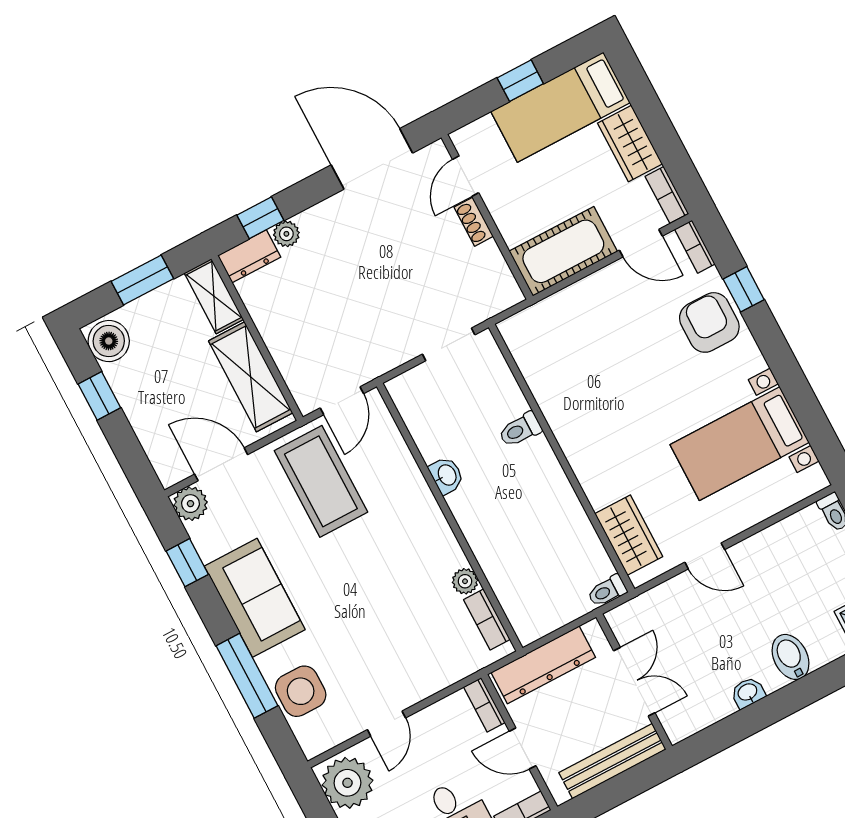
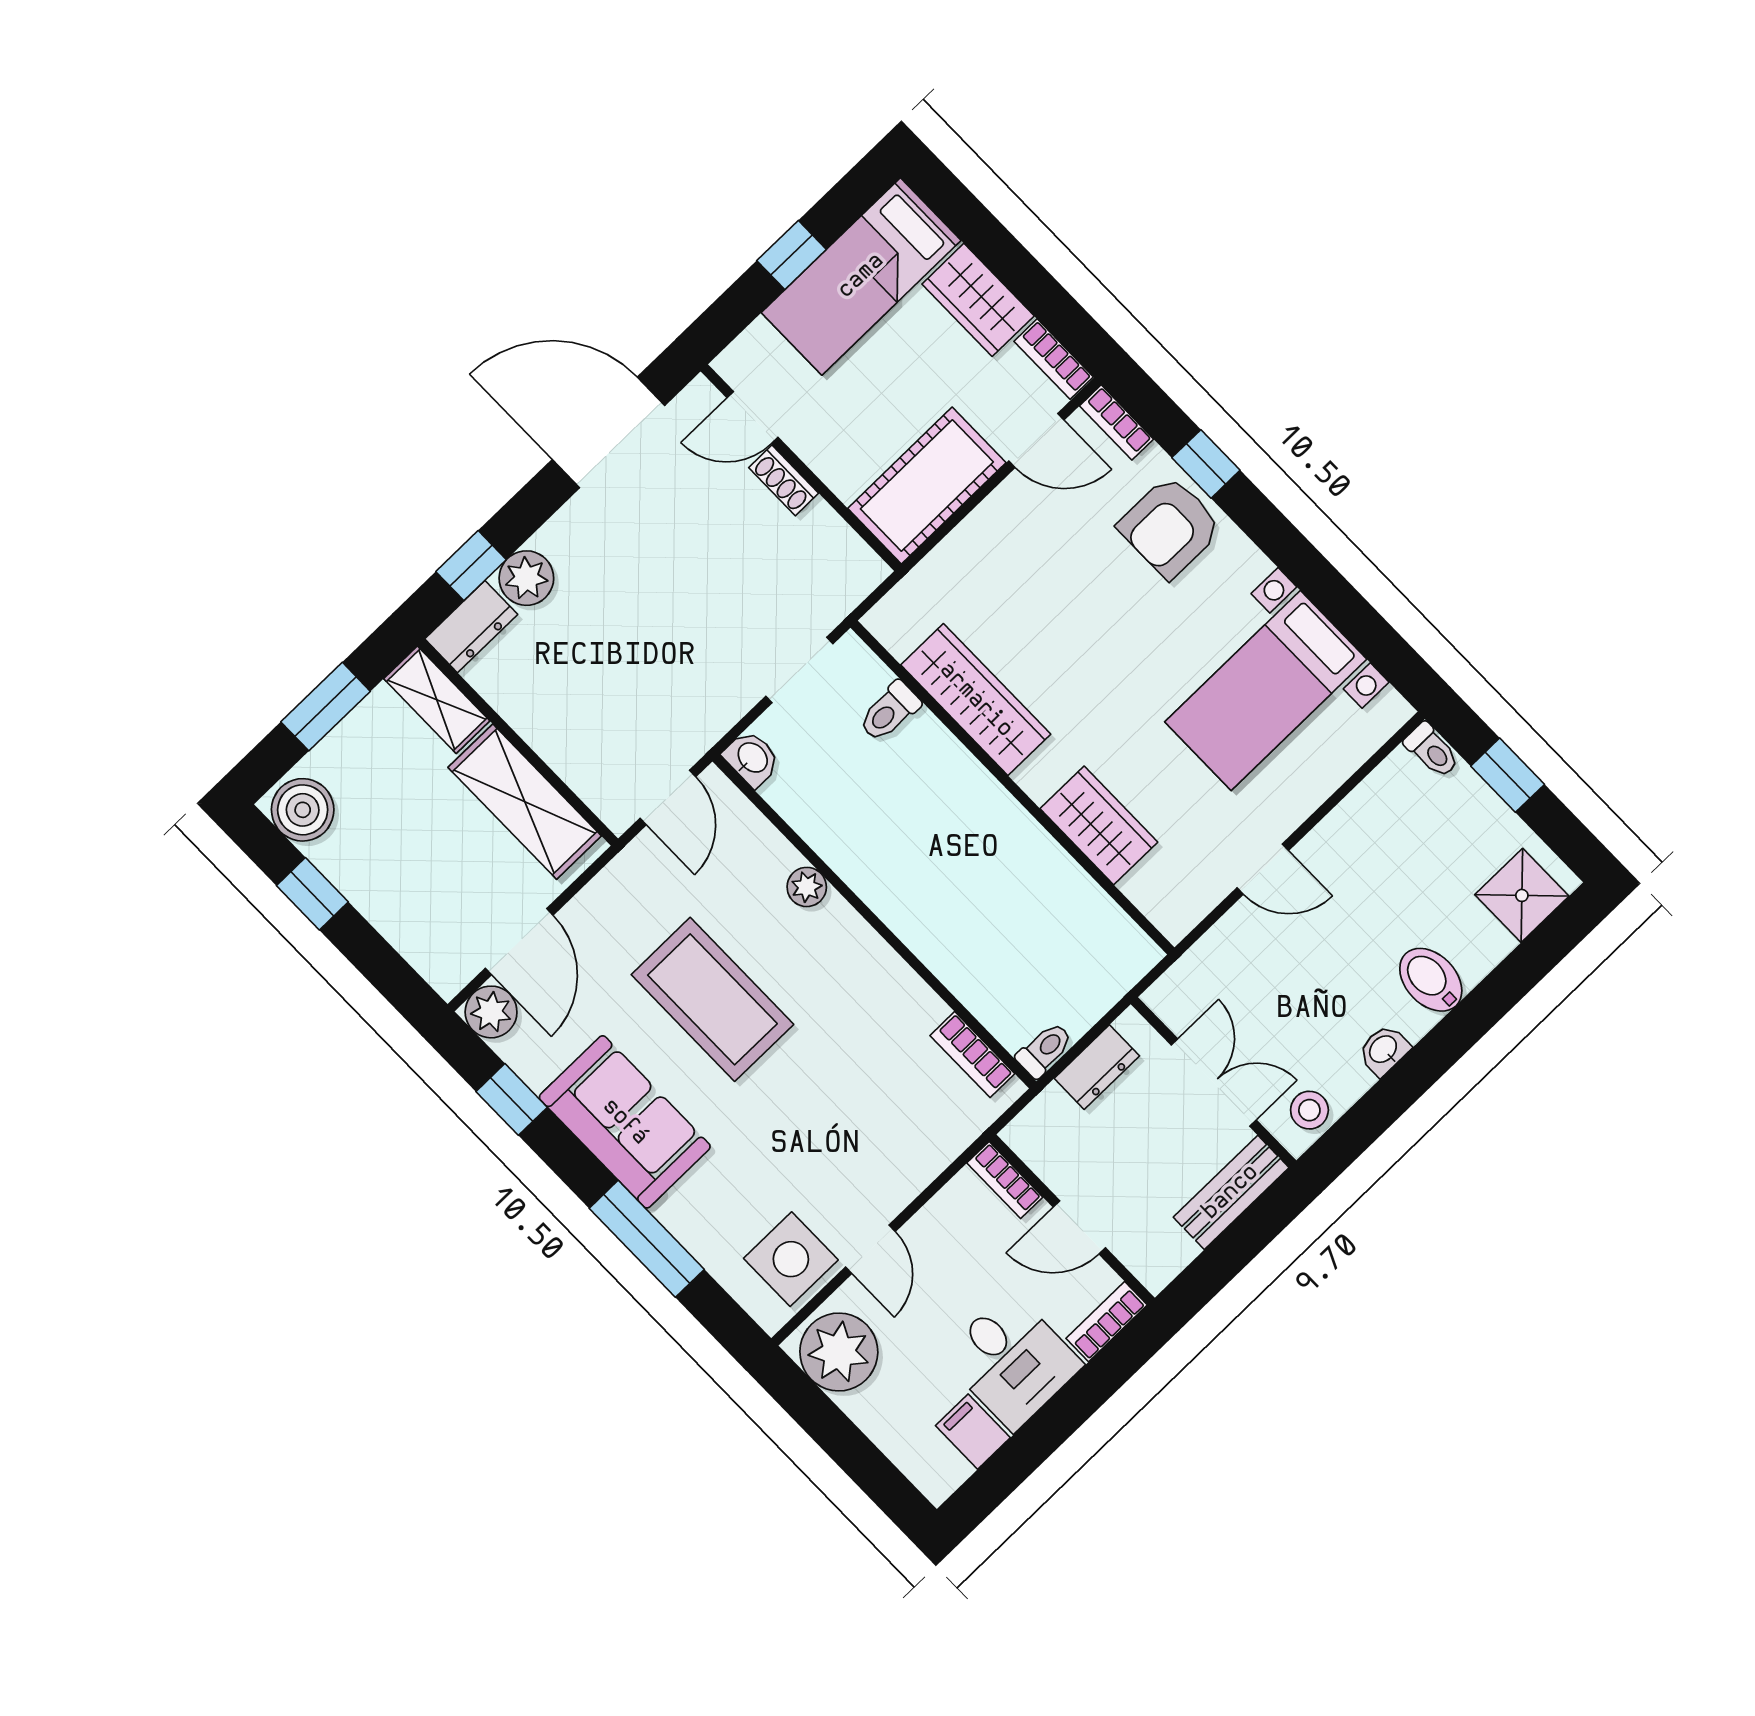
door: (466, 176) -> (752, 417), hinge flipped
plant: (286, 234) -> (526, 578), width x1.38, depth x1.38
armchair: (709, 322) -> (1170, 527), turned -90
wardrobe: (555, 396) -> (976, 700), added
toilet: (520, 430) -> (889, 712), moved
door: (221, 464) -> (519, 942), swing flipped
washbasin: (446, 475) -> (752, 758), moved
coffee table: (321, 481) -> (712, 999), moved
wardrobe: (629, 535) -> (1099, 825), moved
plant: (465, 581) -> (807, 887), moved
toilet: (607, 591) -> (1045, 1050), moved, turned 180
dresser: (543, 665) -> (1097, 1067), width x0.51, depth x0.80
side table: (301, 691) -> (791, 1259), moved
stool: (690, 717) -> (1309, 1110), added
bench: (612, 761) -> (1231, 1192), width x0.73

